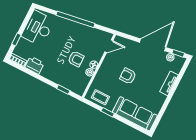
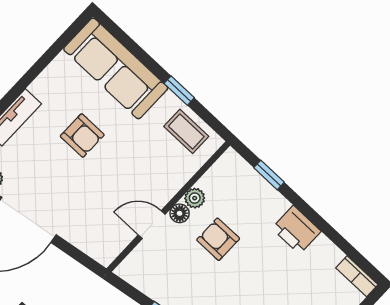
door: (109, 46) -> (152, 225), moved
printer: (35, 65) -> (296, 230), moved
armchair: (128, 76) -> (82, 135), moved

